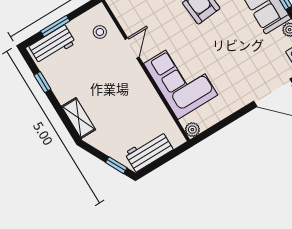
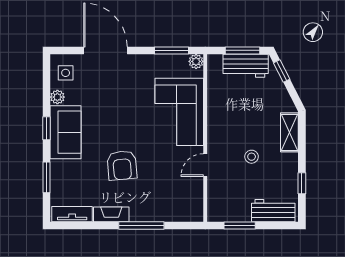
window: (55, 26) -> (240, 225), moved
stool: (100, 32) -> (252, 157), moved
window: (218, 126) -> (171, 50), added
window: (159, 162) -> (242, 50), added

